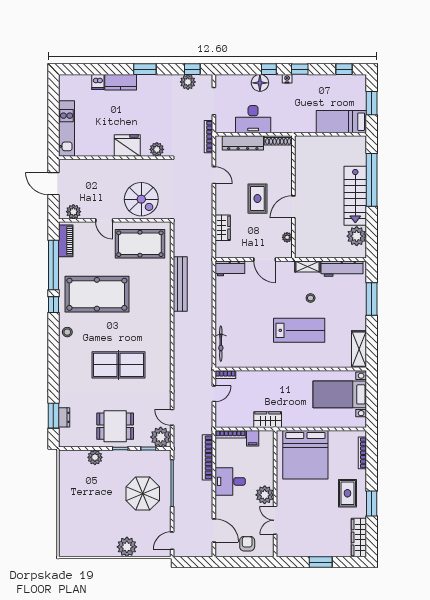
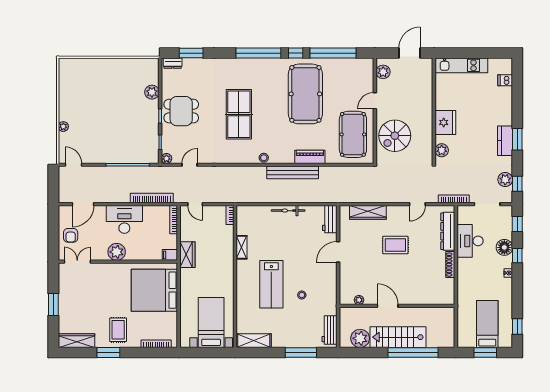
window: (300, 69) -> (517, 224), moved
dishwasher: (98, 82) -> (505, 80), moved
kitchen counter: (121, 82) -> (505, 141), moved
bed: (341, 122) -> (487, 324), moved
wall: (293, 197) -> (397, 306), moved
door: (293, 207) -> (388, 306), moved
wardrobe: (223, 228) -> (368, 212), width x1.50
plant: (287, 237) -> (359, 300), moved
piano: (66, 241) -> (310, 157), moved, turned 180
shelving: (307, 266) -> (242, 247), moved
workbench: (342, 269) -> (329, 330), width x0.73
bench: (180, 284) -> (293, 172), moved
stool: (67, 332) -> (264, 158), moved
window: (53, 344) -> (258, 53), added
bicycle: (221, 344) -> (288, 211), moved
door: (214, 394) -> (195, 204), moved
dresser: (64, 417) -> (173, 63), moved
dining table: (115, 426) -> (181, 111), turned 90
plant: (161, 437) -> (166, 158), width x0.53, depth x0.53
filing cabinet: (253, 438) -> (170, 255), moved
desk: (230, 481) -> (124, 219), width x1.37
rug: (347, 493) -> (118, 330), turned 90
parasol: (143, 494) -> (118, 137), removed
double door: (275, 520) -> (77, 262), moved
armchair: (247, 544) -> (71, 235), turned 90
plant: (127, 547) -> (63, 127), width x0.53, depth x0.53

